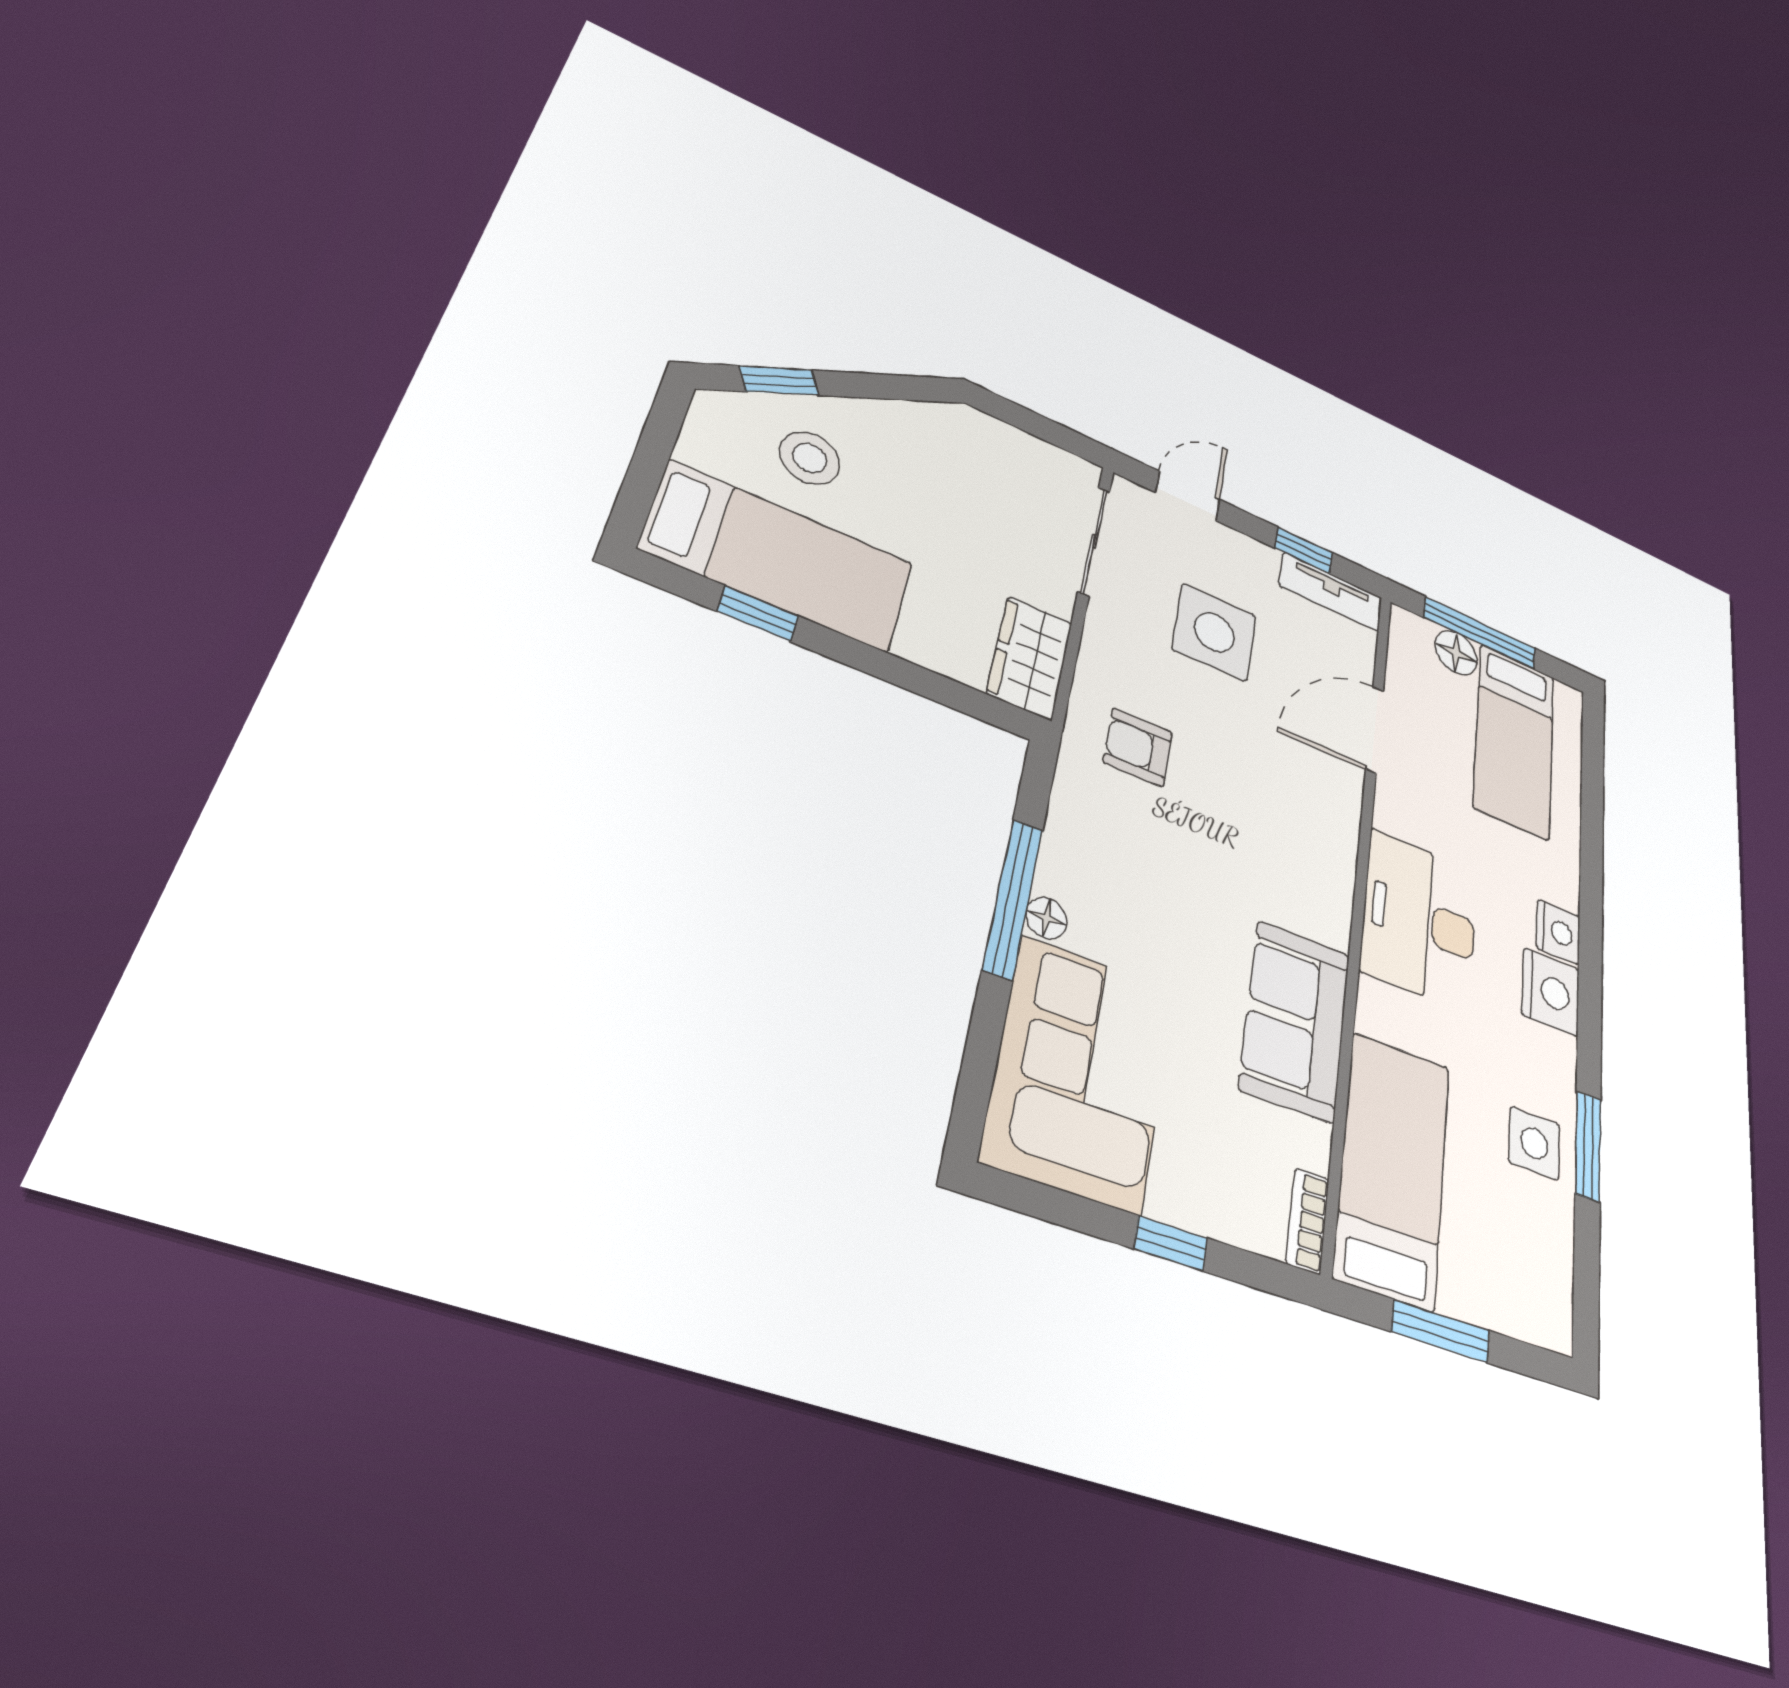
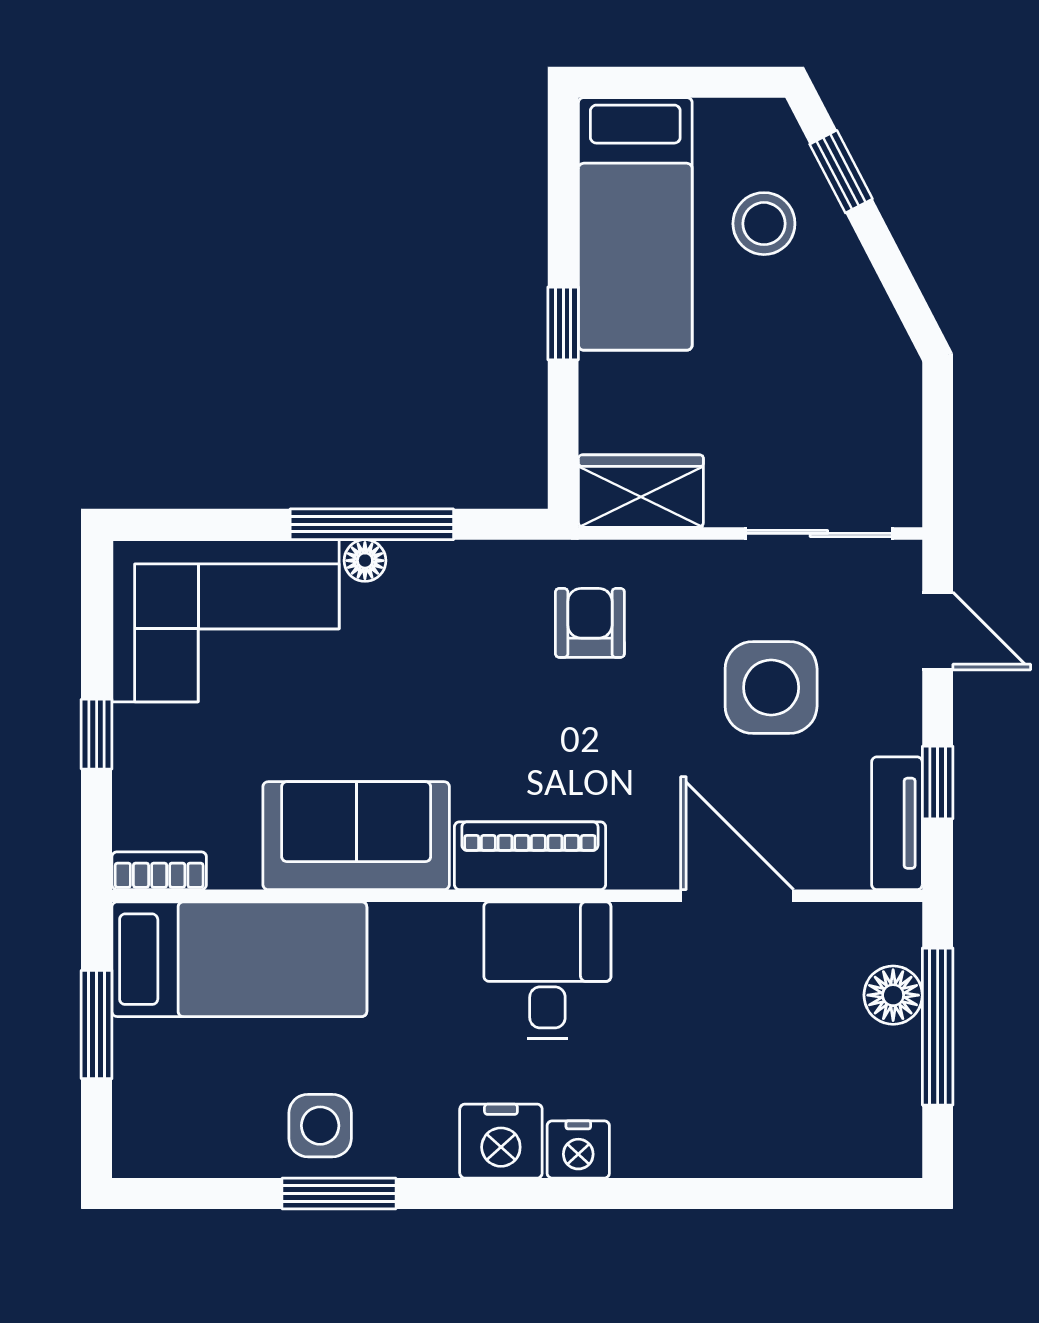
window: (758, 614) -> (563, 323), moved
bed: (1514, 741) -> (806, 1081), removed
piano: (1328, 877) -> (530, 856), added
desk: (1420, 920) -> (547, 970), width x0.73

